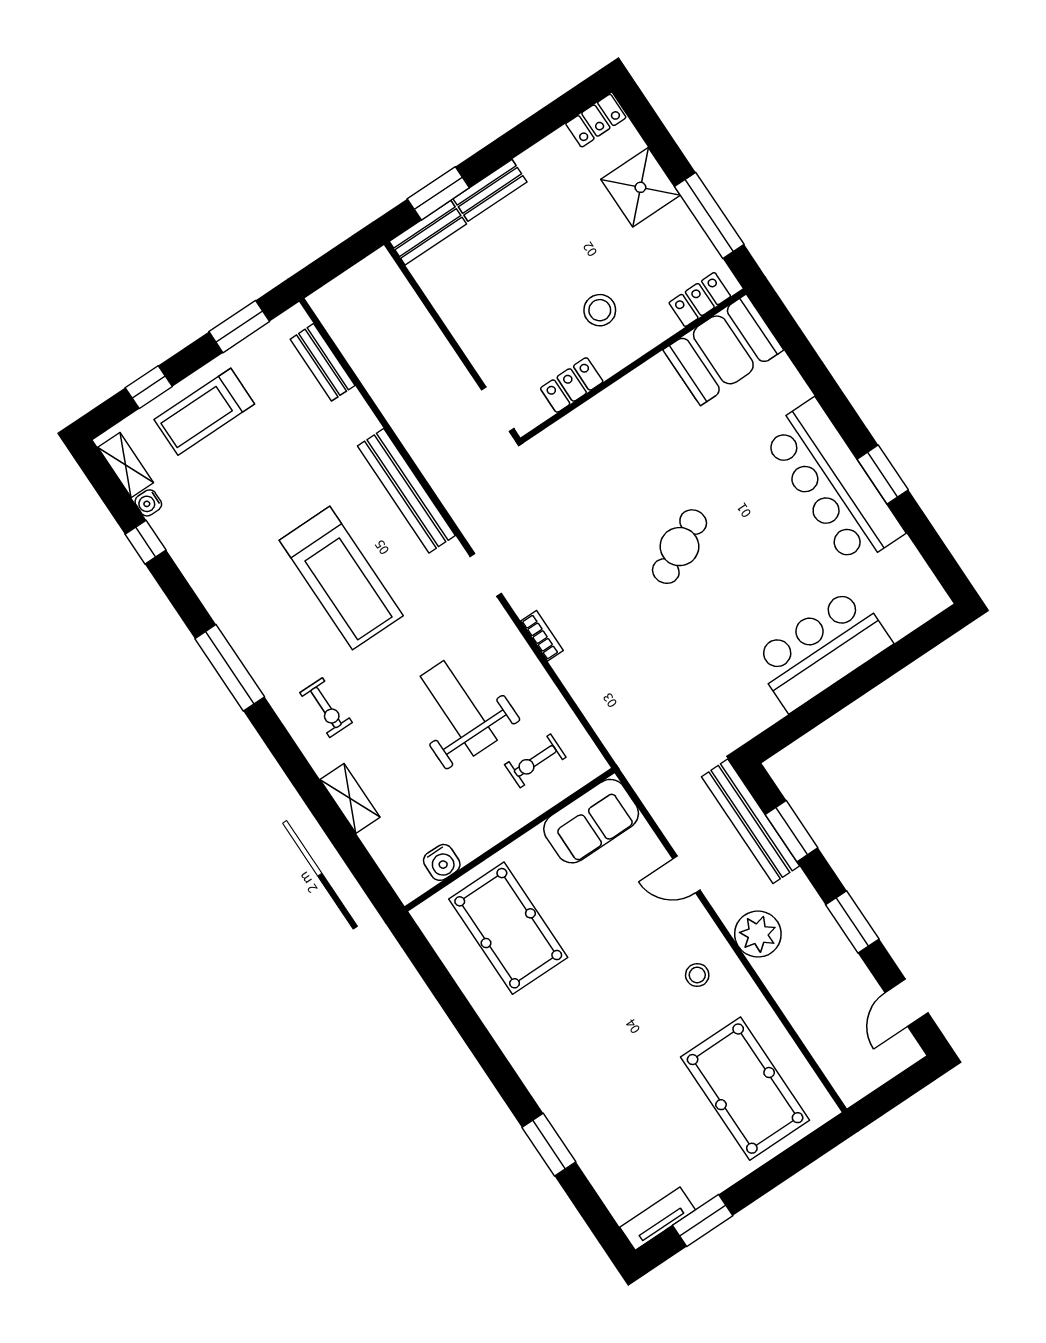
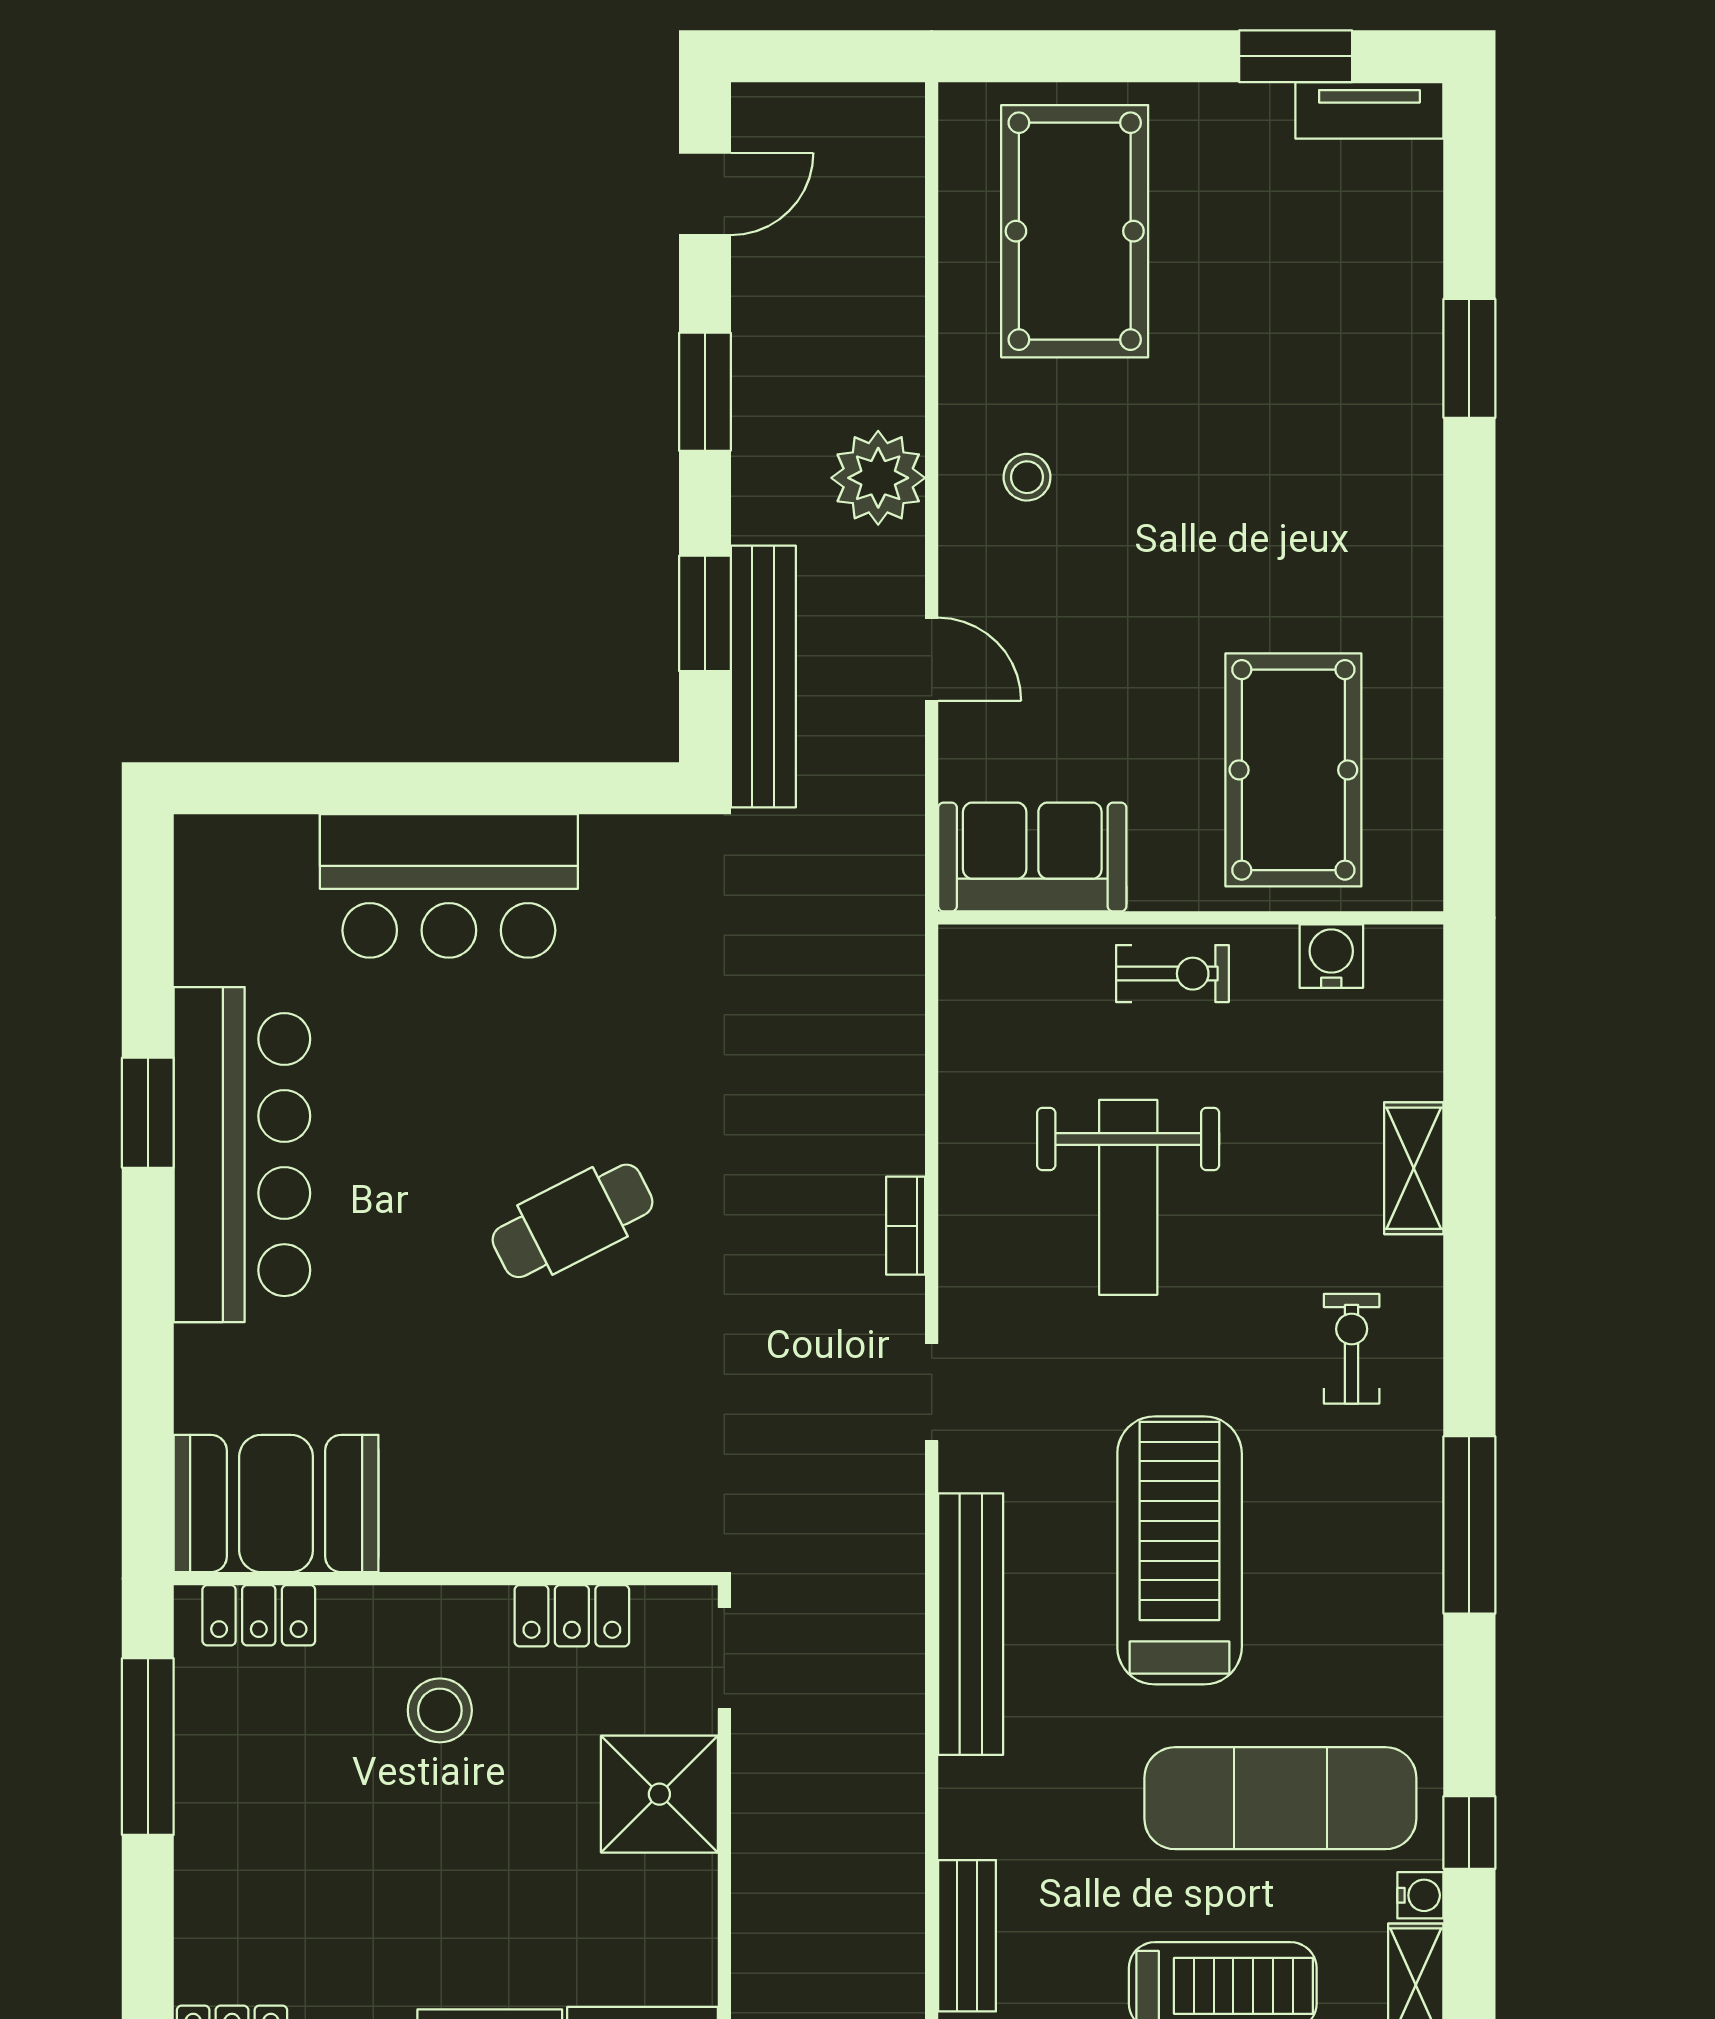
shower: (640, 187) -> (659, 1794), moved
exercise mat: (232, 504) -> (1280, 1798), added
exercise bike: (535, 761) -> (1172, 974), moved

